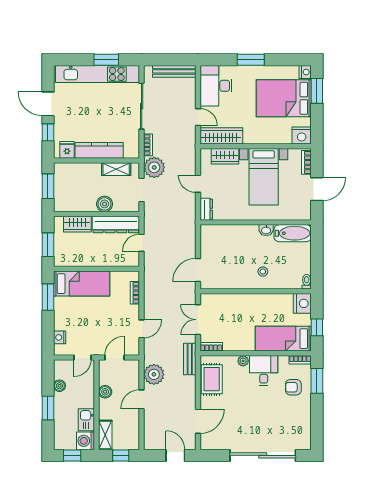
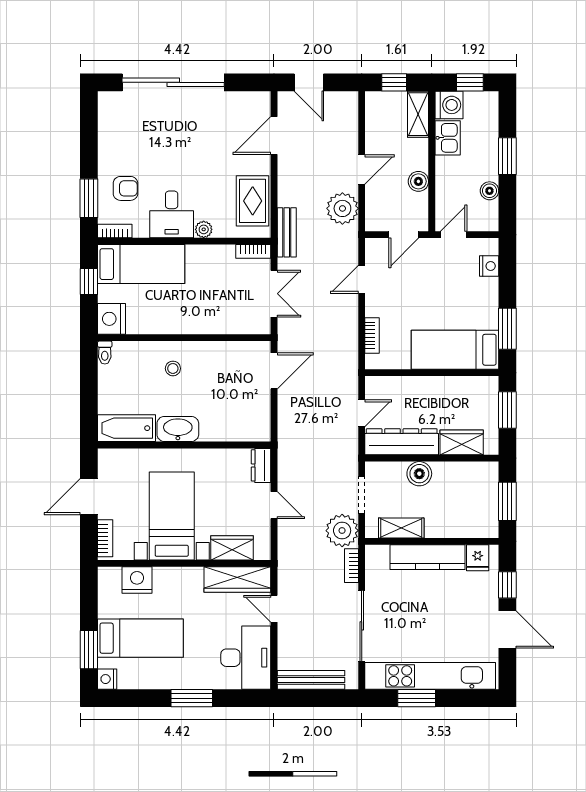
bed: (284, 98) -> (140, 638), width x0.67
nightstand: (302, 136) -> (137, 580), moved
washbasin: (266, 230) -> (178, 429), width x1.91, depth x1.45

